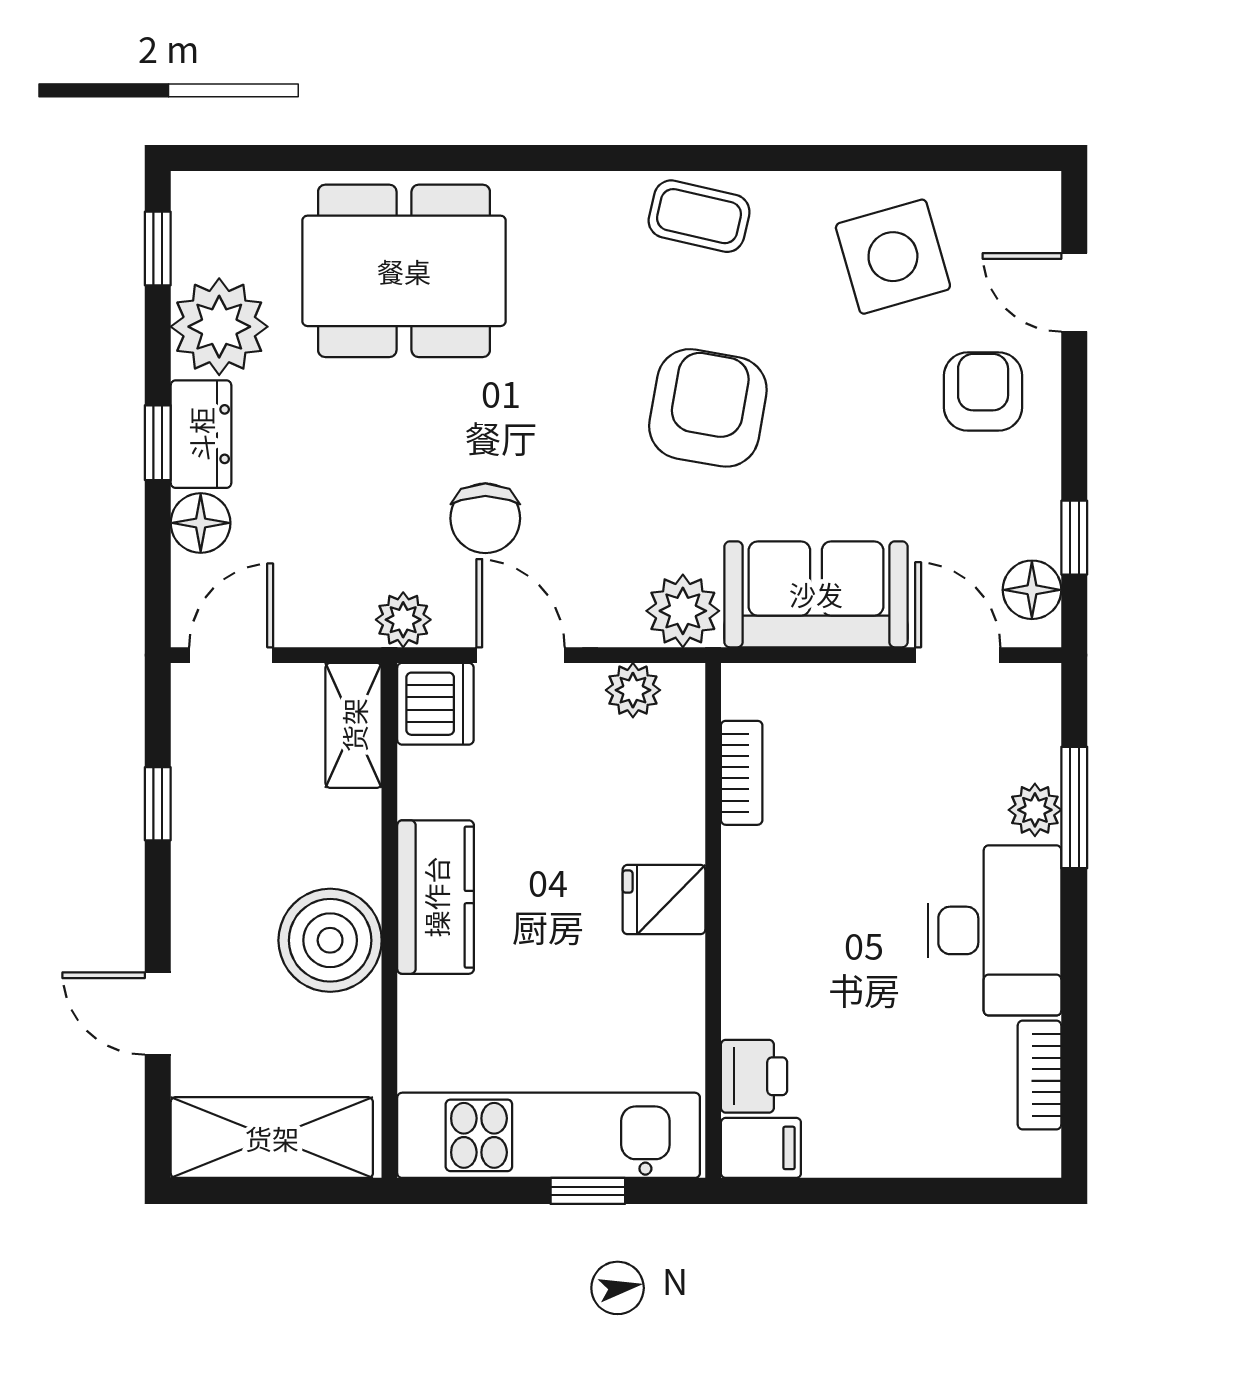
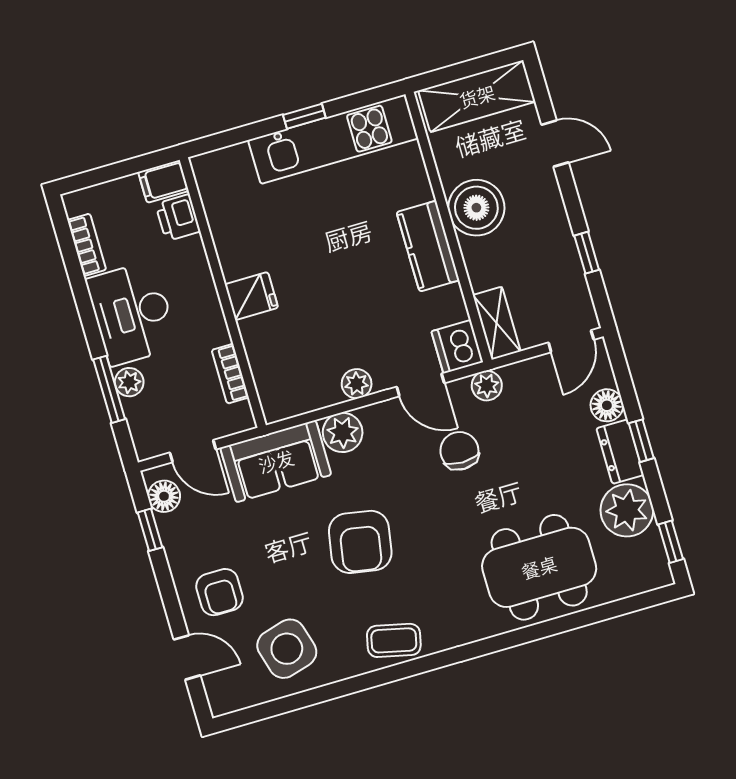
bookcase: (742, 773) -> (230, 374), moved
fridge: (664, 900) -> (251, 296), moved
wall: (713, 920) -> (223, 293), moved
printer: (754, 1076) -> (178, 218), moved
filing cabinet: (761, 1148) -> (163, 181), moved

